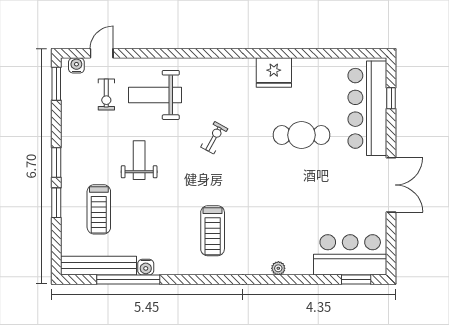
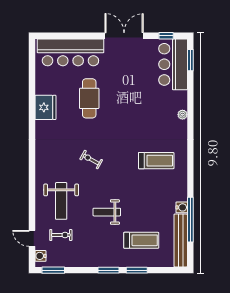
fridge: (274, 73) -> (45, 107), moved
window: (391, 98) -> (166, 36), moved

